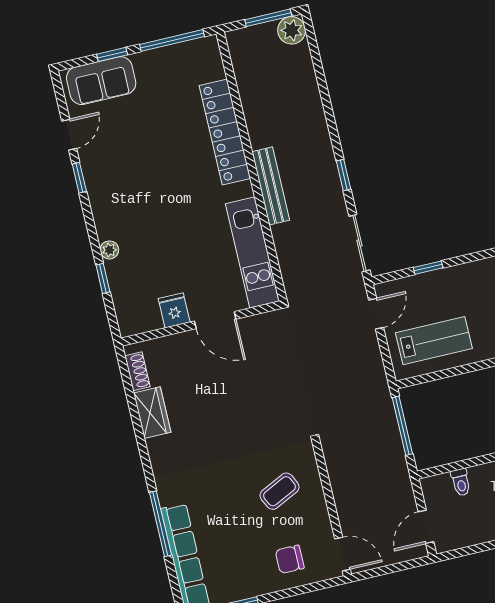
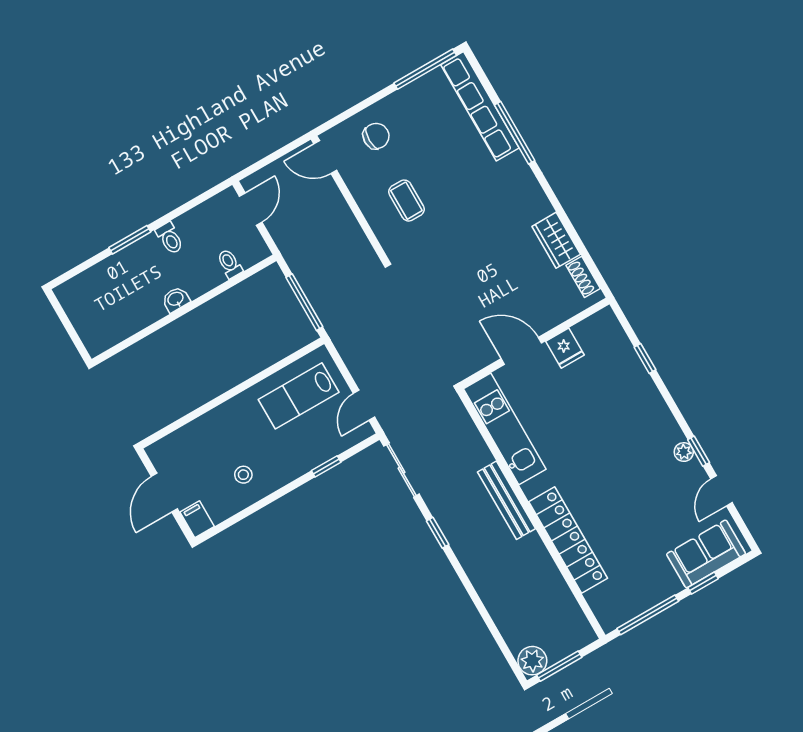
plant: (109, 250) -> (684, 452), moved
coffee table: (280, 491) -> (406, 201), turned -64

